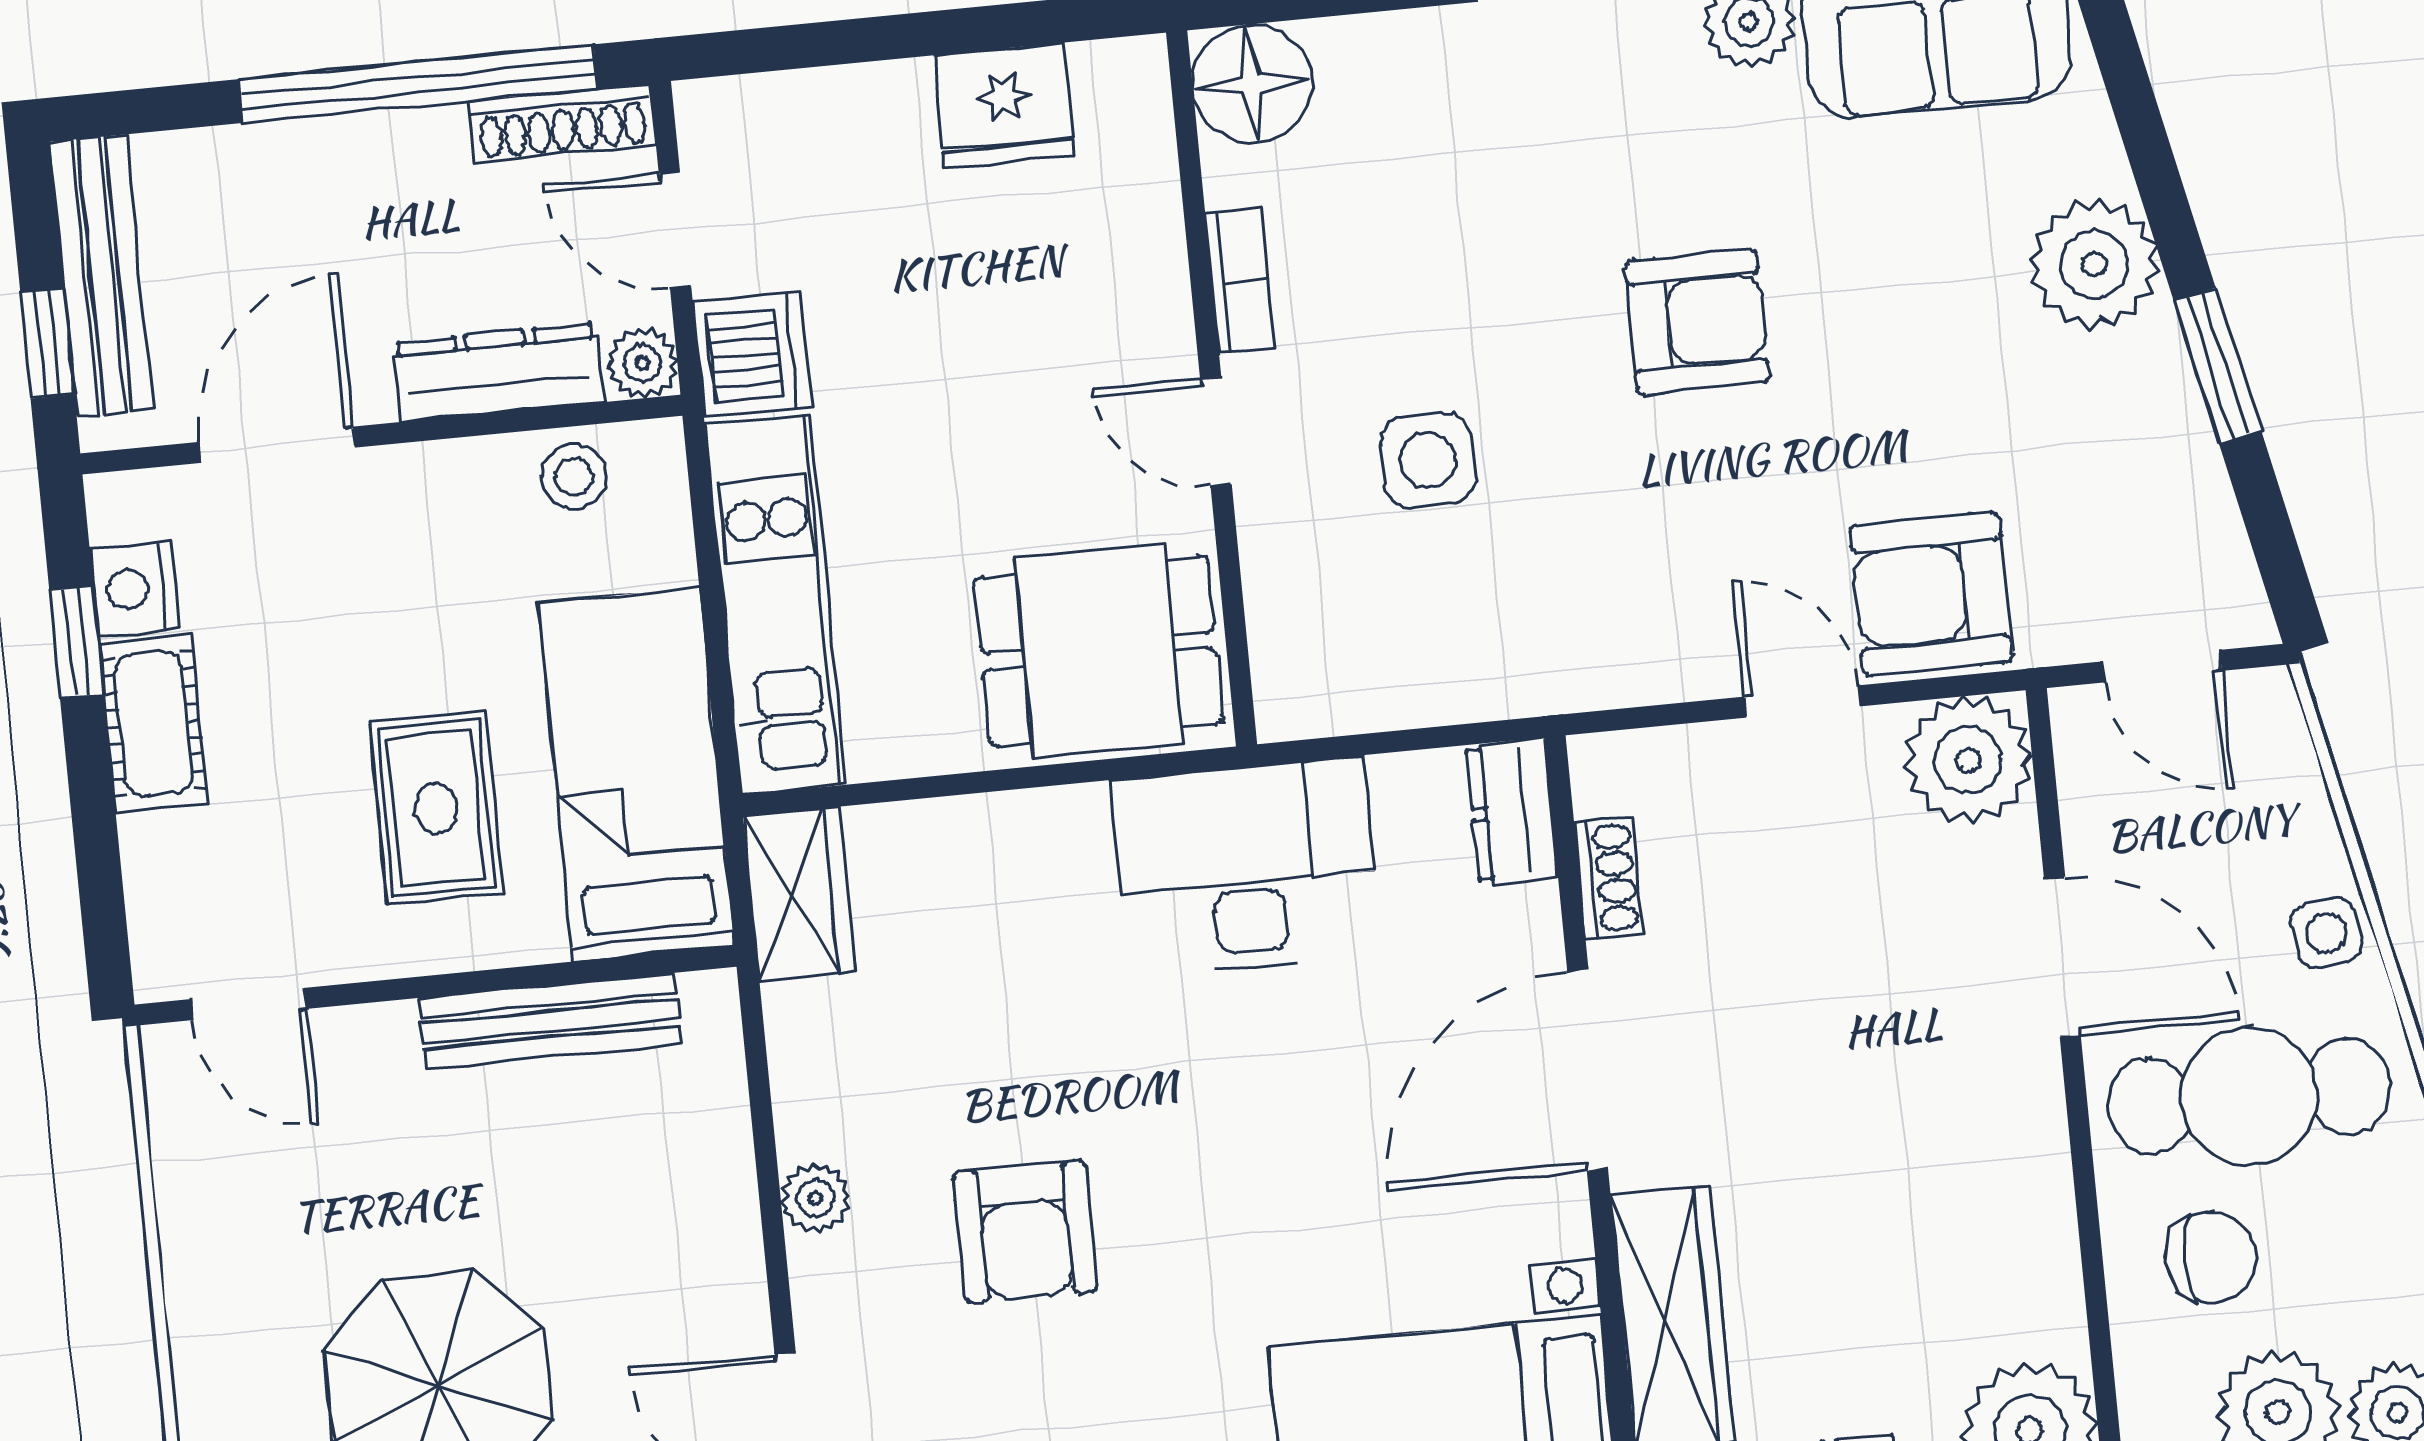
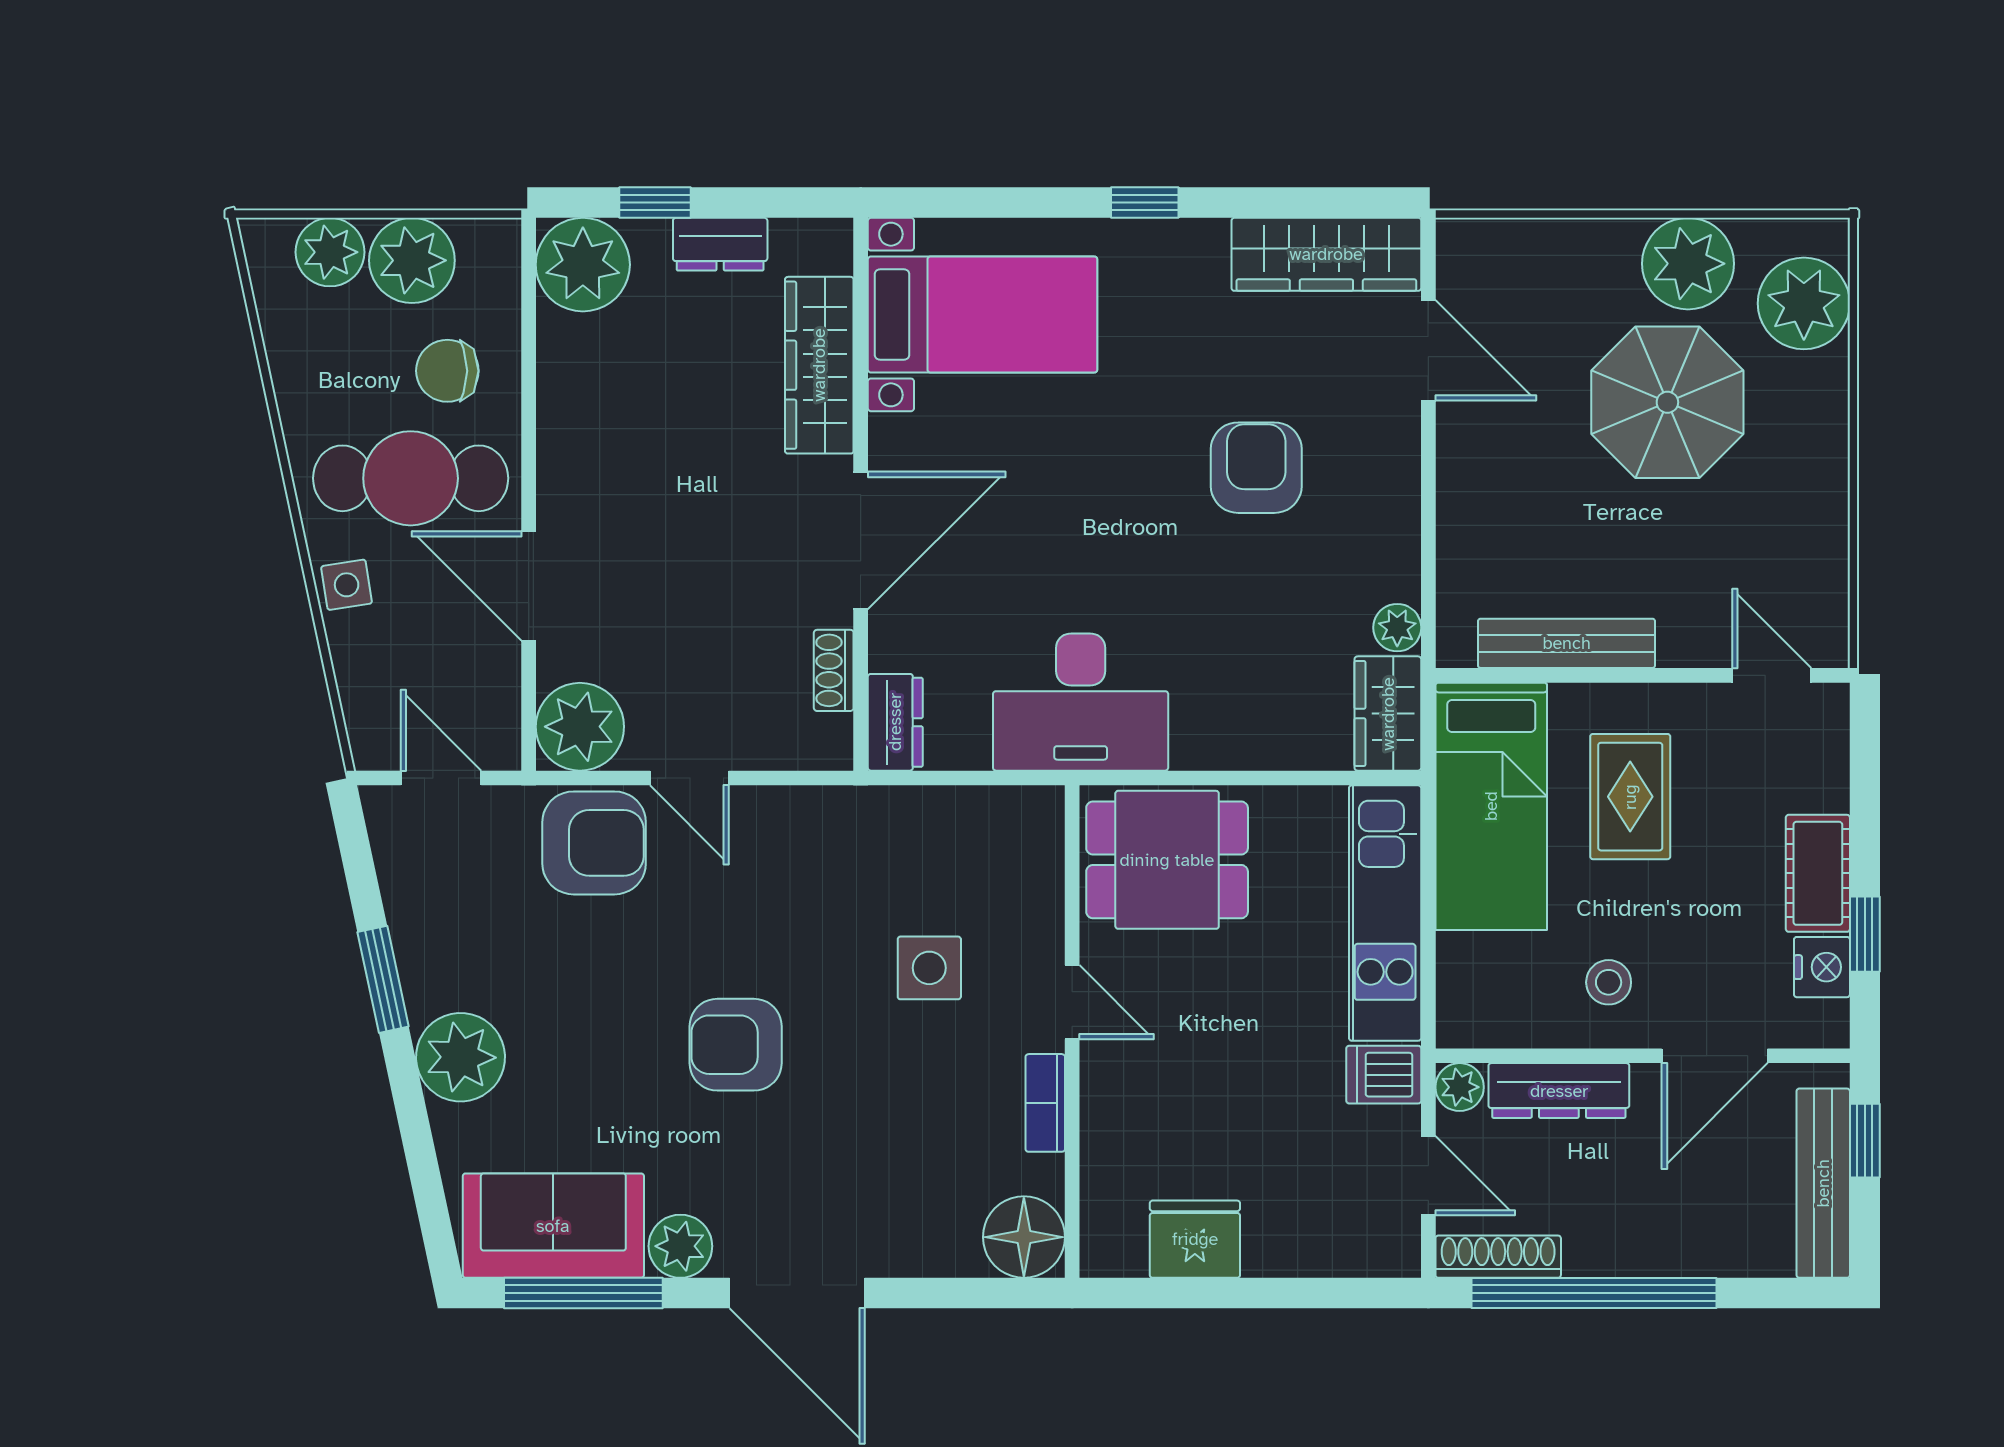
dishwasher: (752, 354) -> (1384, 1075), width x0.73
stool: (574, 477) -> (1609, 982), moved
plant: (815, 1198) -> (1397, 628), moved

